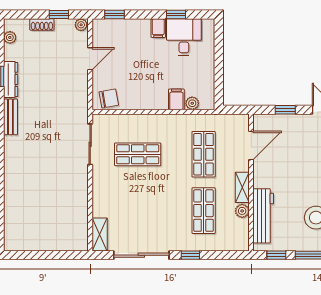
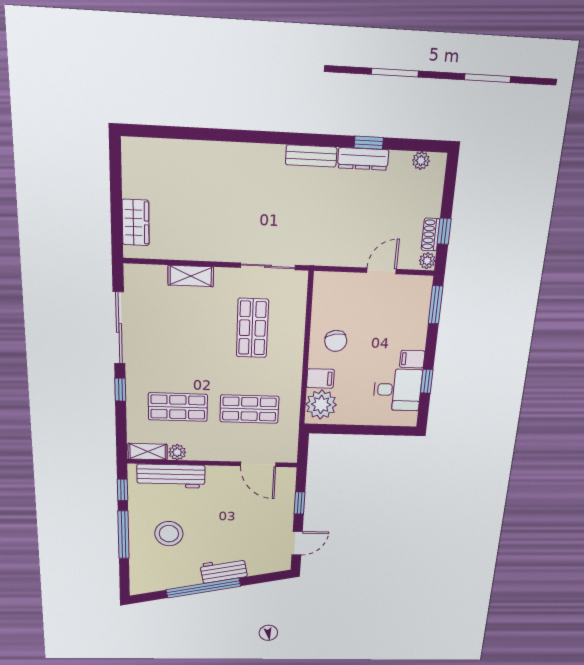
window: (114, 15) -> (436, 305), width x1.50
shoe rack: (42, 24) -> (431, 234), moved
door: (90, 59) -> (382, 271), swing flipped
chair: (109, 98) -> (336, 341), moved
plant: (192, 103) -> (321, 405), width x1.87, depth x1.87
shelving: (242, 187) -> (148, 452), moved
shelving: (100, 234) -> (191, 276), moved
wardrobe: (62, 242) -> (136, 222), added

